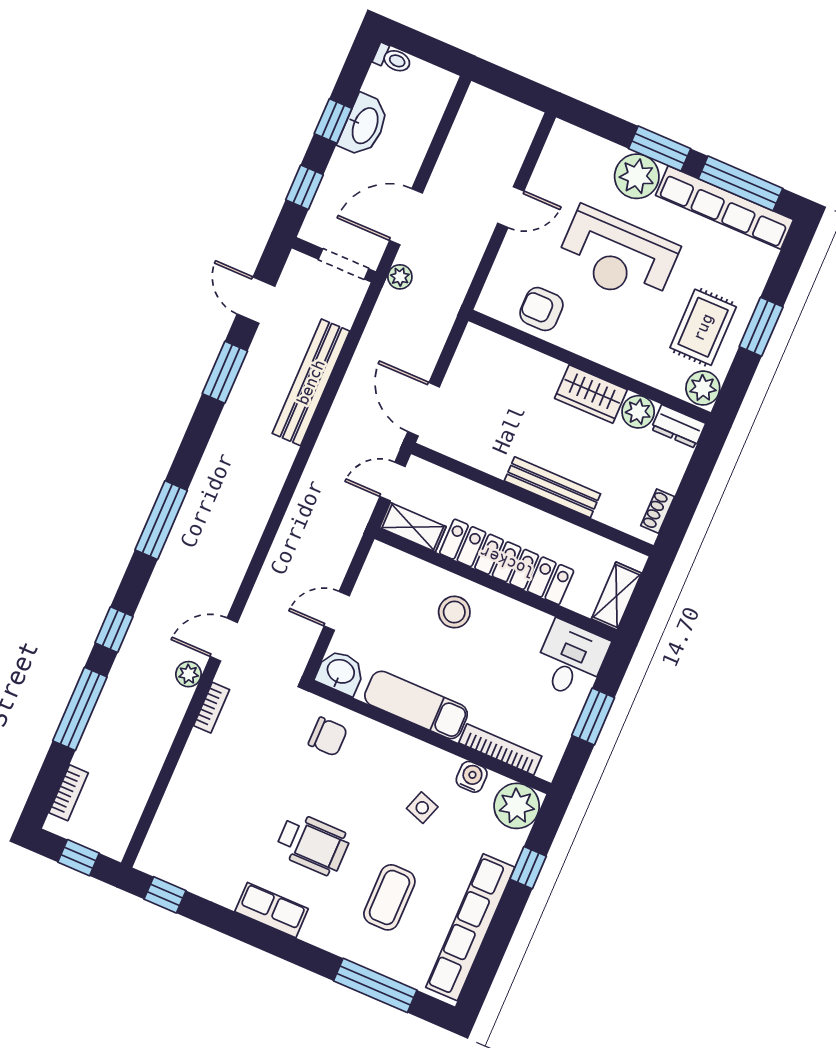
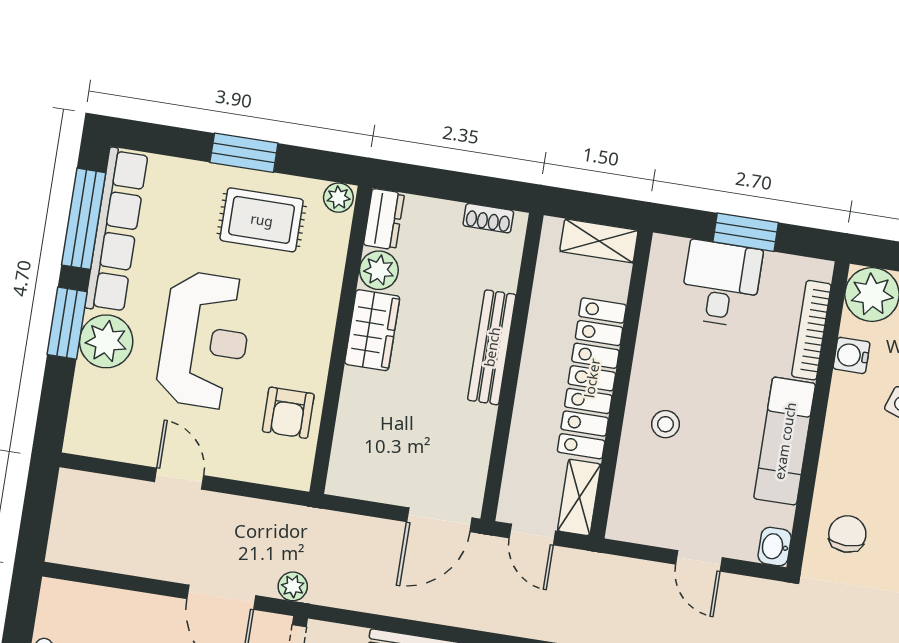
plant: (703, 388) -> (338, 198), width x0.73, depth x0.73
stool: (454, 612) -> (665, 424), width x0.73, depth x0.73
desk: (571, 660) -> (721, 284), moved, turned 90
washbasin: (340, 672) -> (775, 547), width x0.72, depth x0.69

